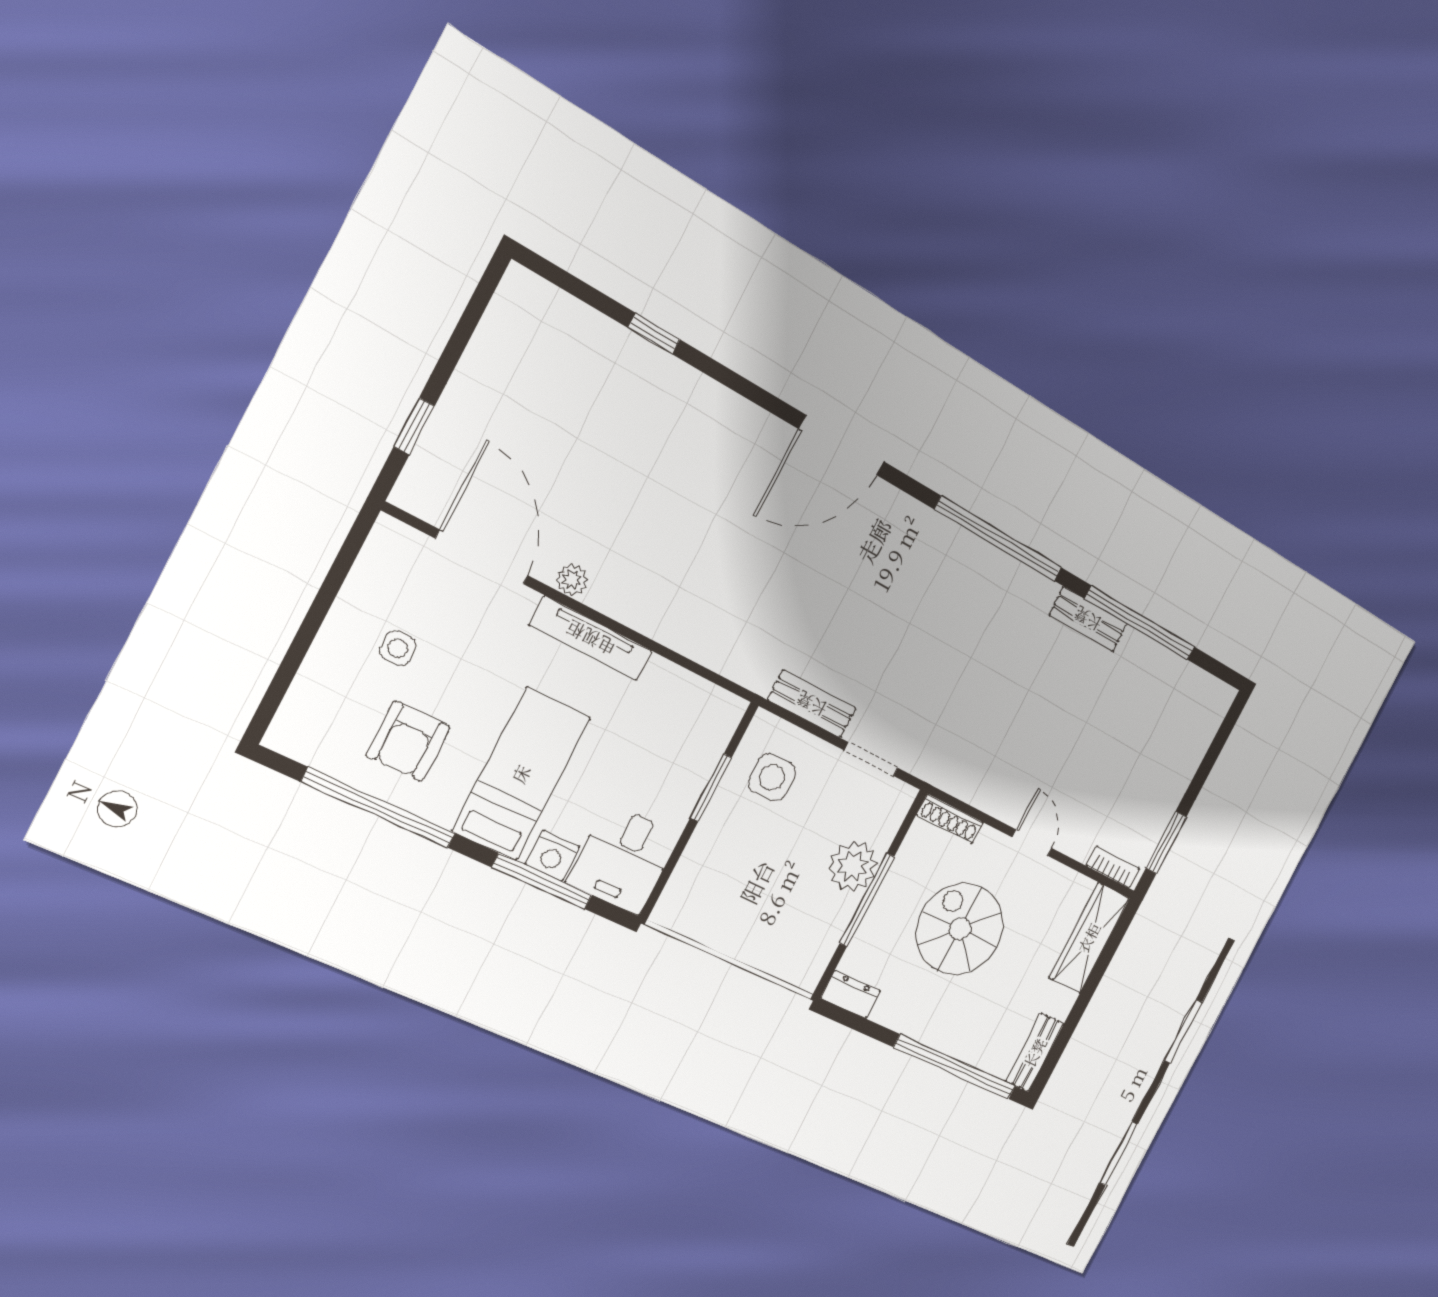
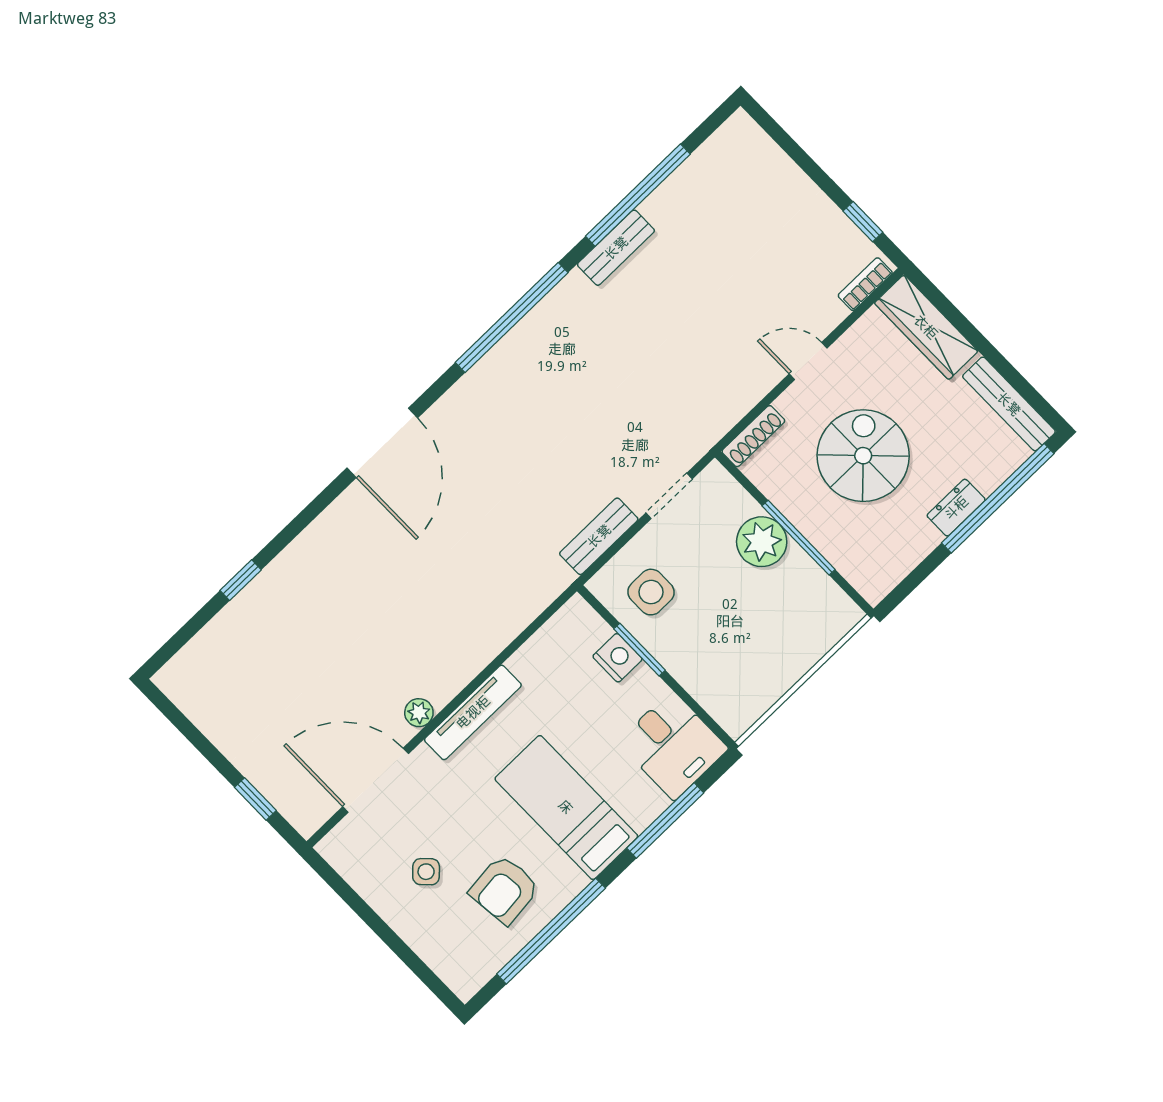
side table: (398, 648) -> (426, 872), turned 45
armchair: (408, 741) -> (504, 890), turned 84
window: (1166, 842) -> (863, 222), width x0.67
nightstand: (552, 856) -> (617, 658), moved, turned -90
spiral stairs: (960, 929) -> (863, 456), turned 90
dresser: (851, 994) -> (956, 508), moved
bench: (1035, 1053) -> (1009, 404), width x1.36

